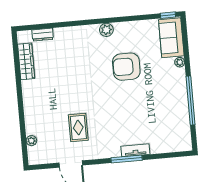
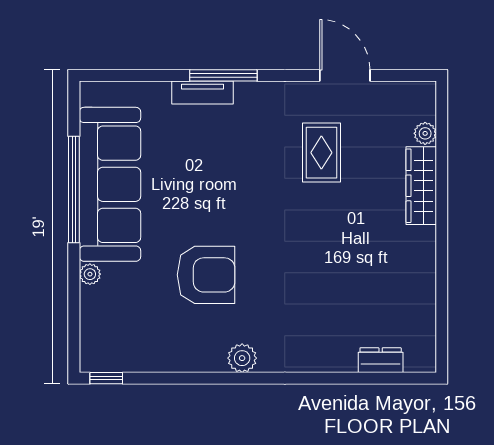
sofa: (171, 38) -> (110, 184), moved, width x1.85, depth x1.27
wardrobe: (26, 61) -> (421, 186), moved

